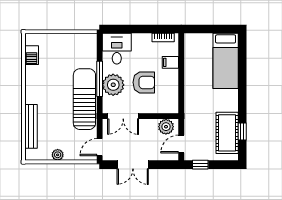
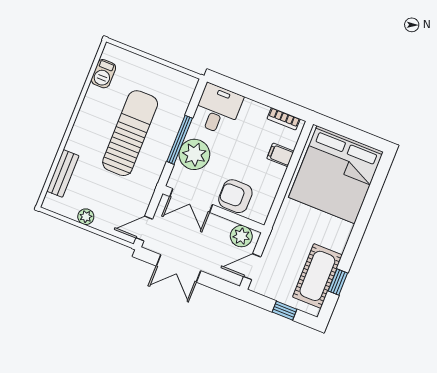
bed: (226, 61) -> (336, 175), width x2.04
armchair: (144, 82) -> (235, 196), moved, turned 180
sun lounger: (84, 99) -> (130, 133), moved
bench: (31, 126) -> (63, 173), width x0.73
window: (200, 165) -> (285, 311), moved

